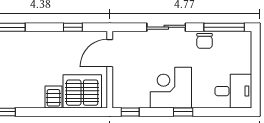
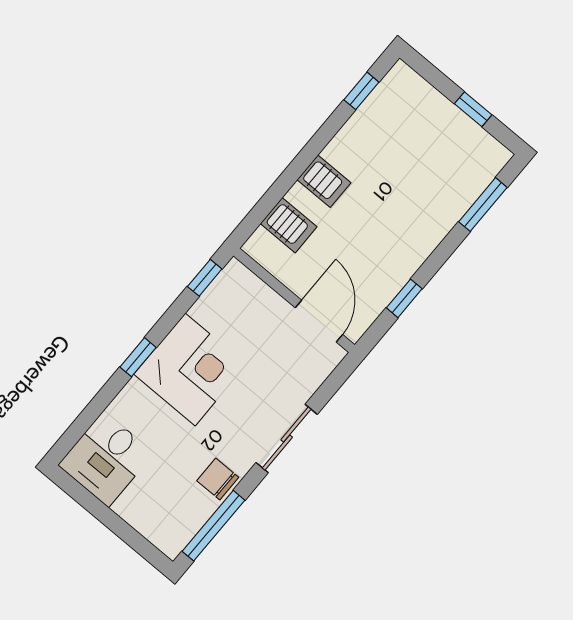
server rack: (82, 91) -> (289, 225), width x0.46, depth x0.70

